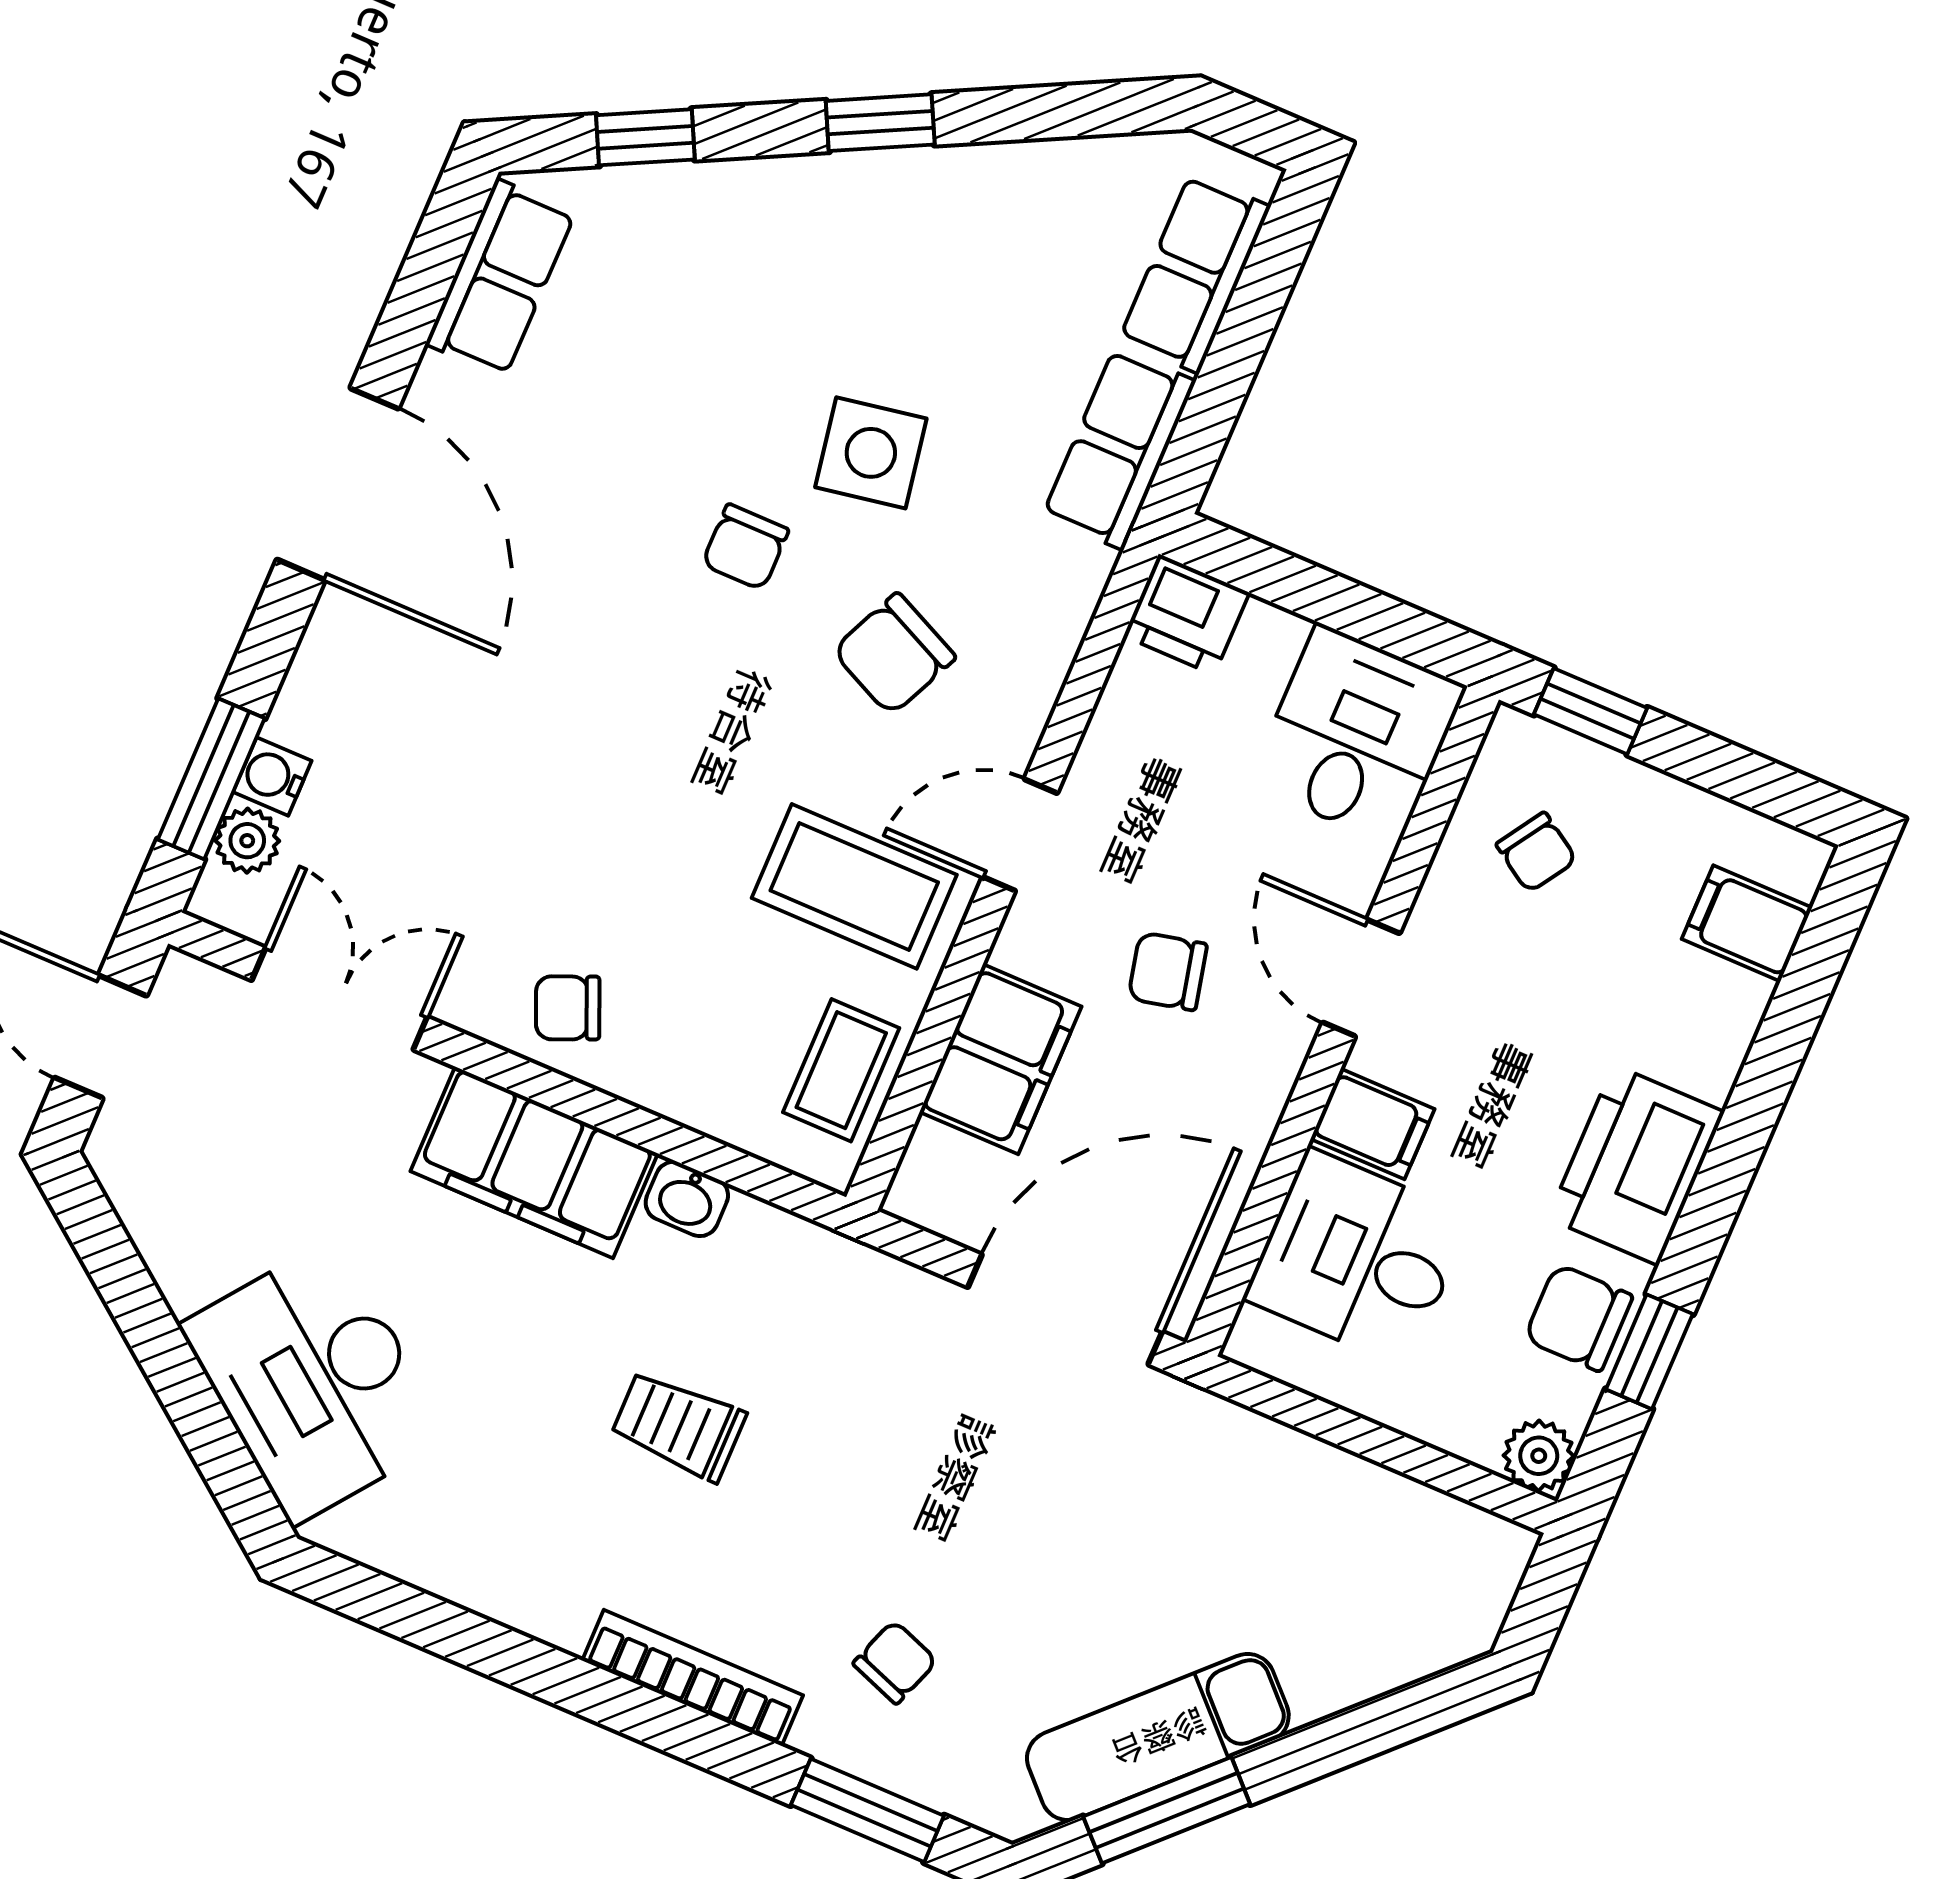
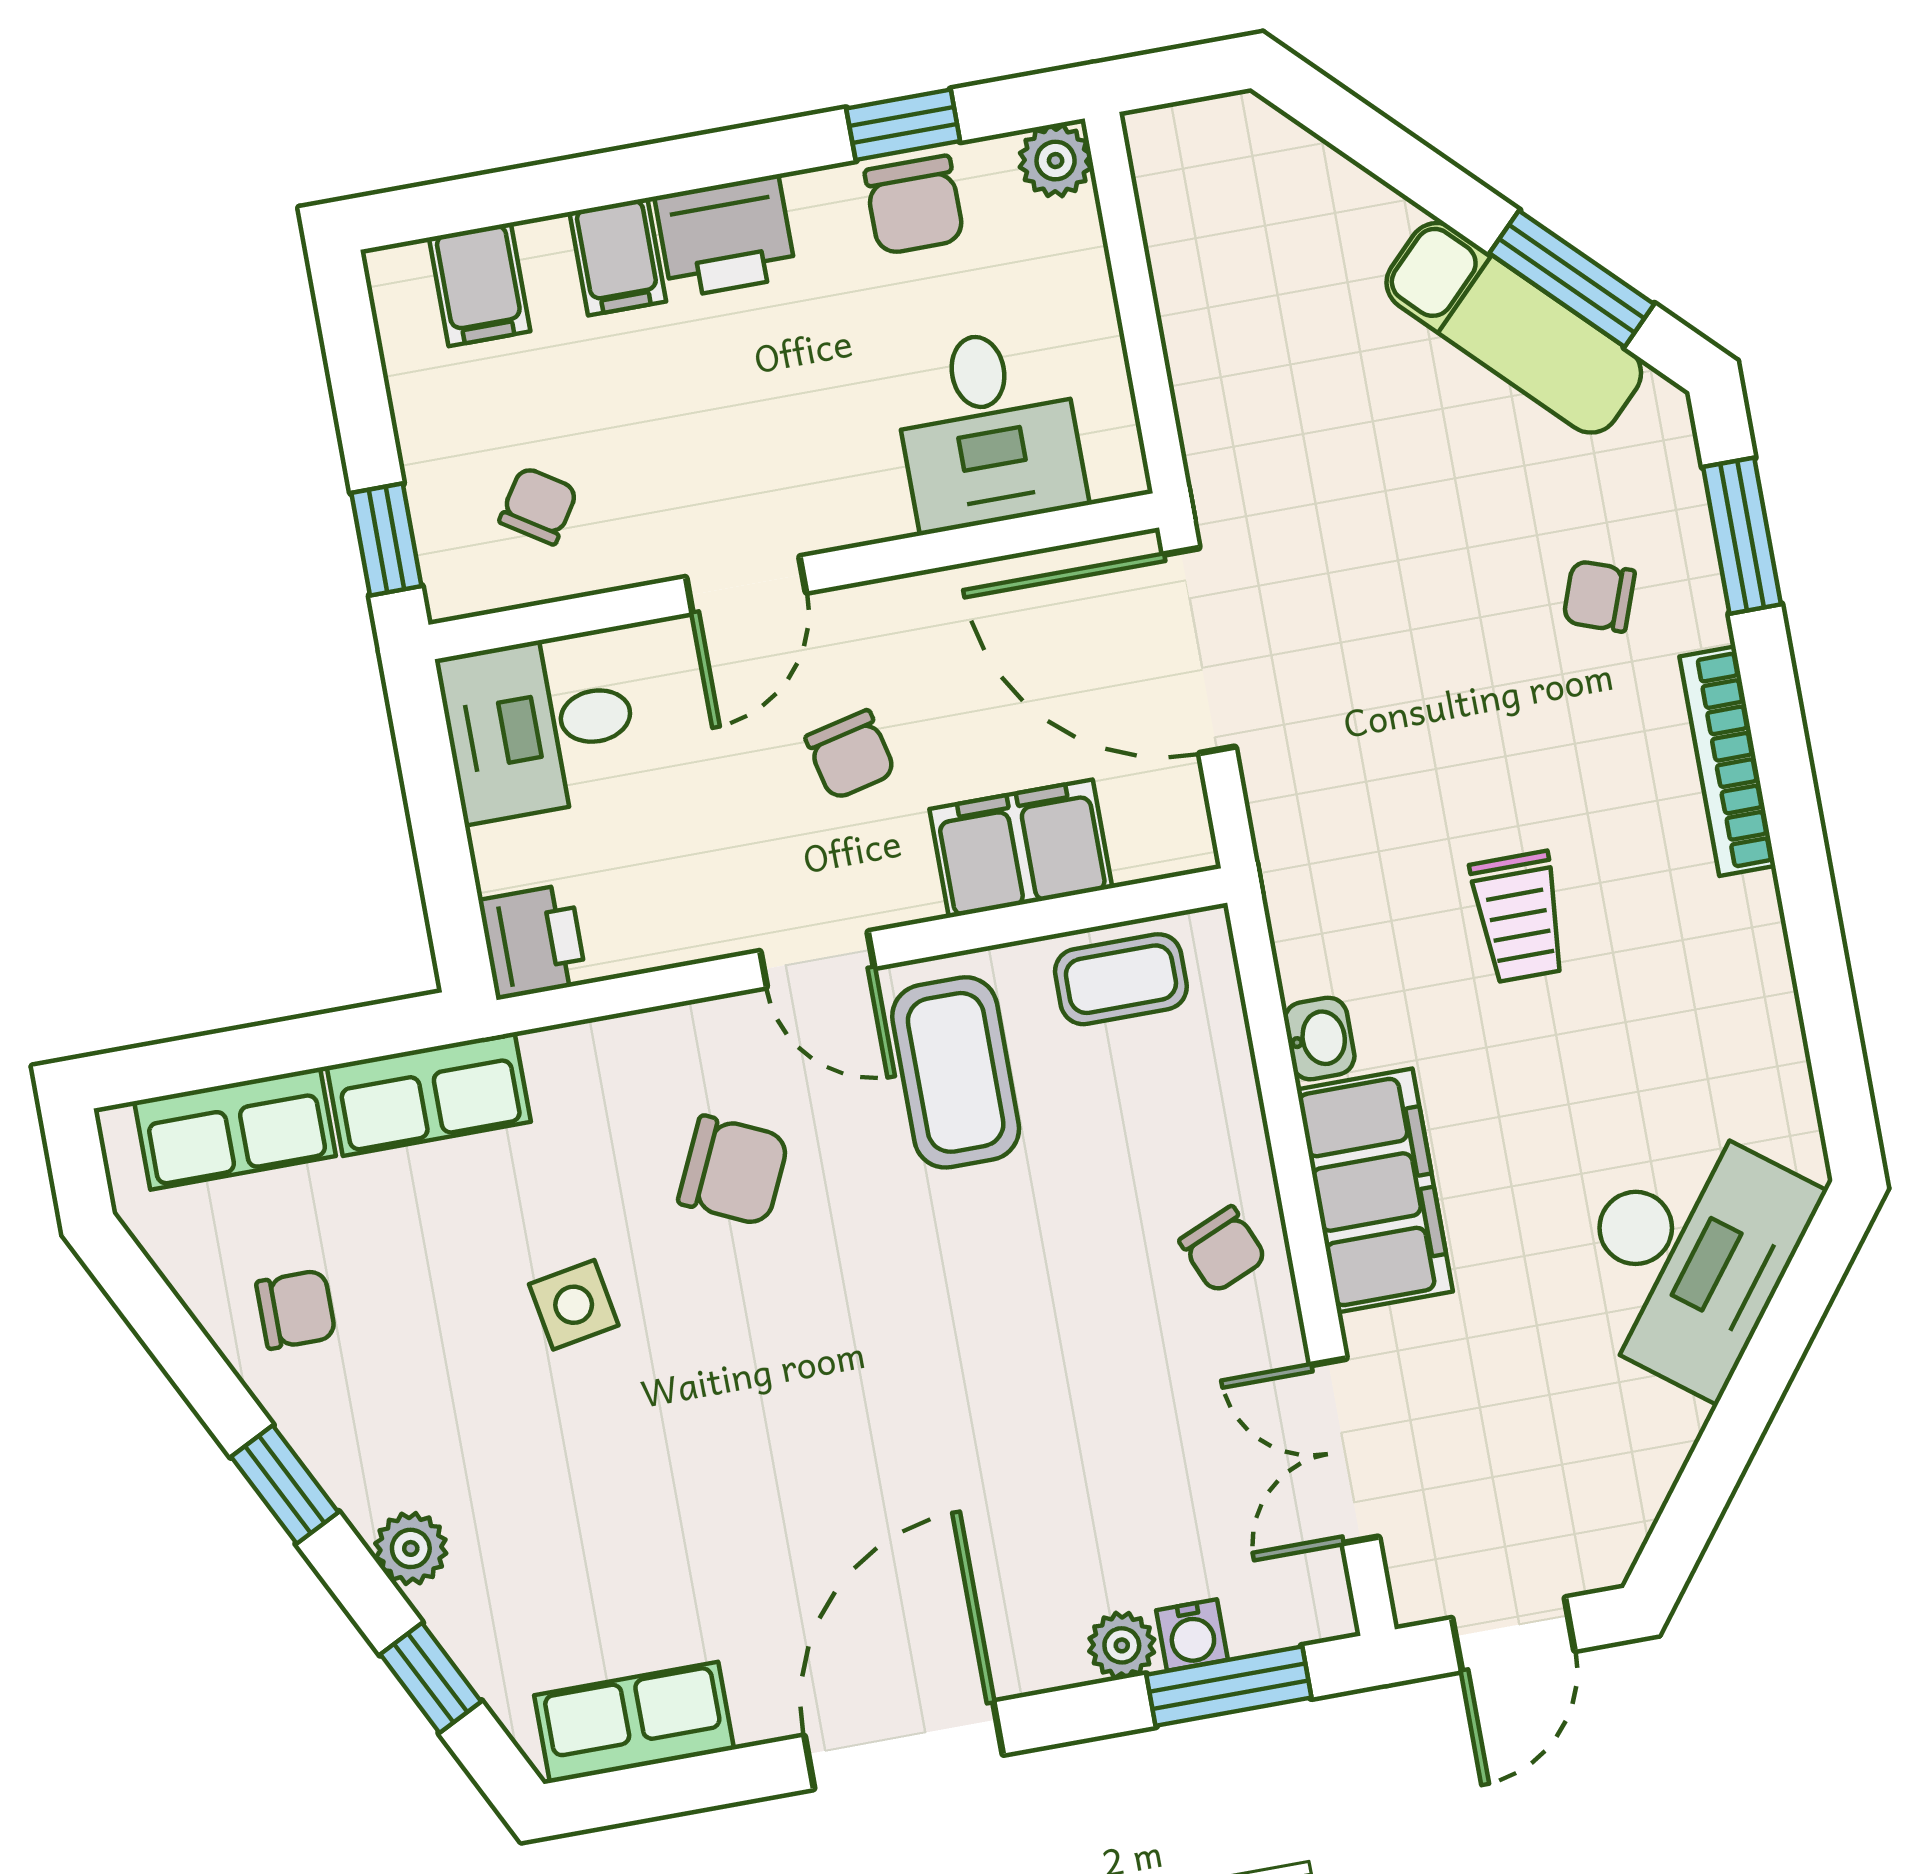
plant: (761, 190) -> (411, 1548), added
side table: (871, 453) -> (574, 1305), width x0.73, depth x0.73
chair: (745, 547) -> (296, 1309), moved
plant: (247, 841) -> (1122, 1645), moved
filing cabinet: (1373, 1124) -> (618, 257), moved, turned 180
printer: (1636, 1165) -> (725, 237), width x0.73, depth x0.84

